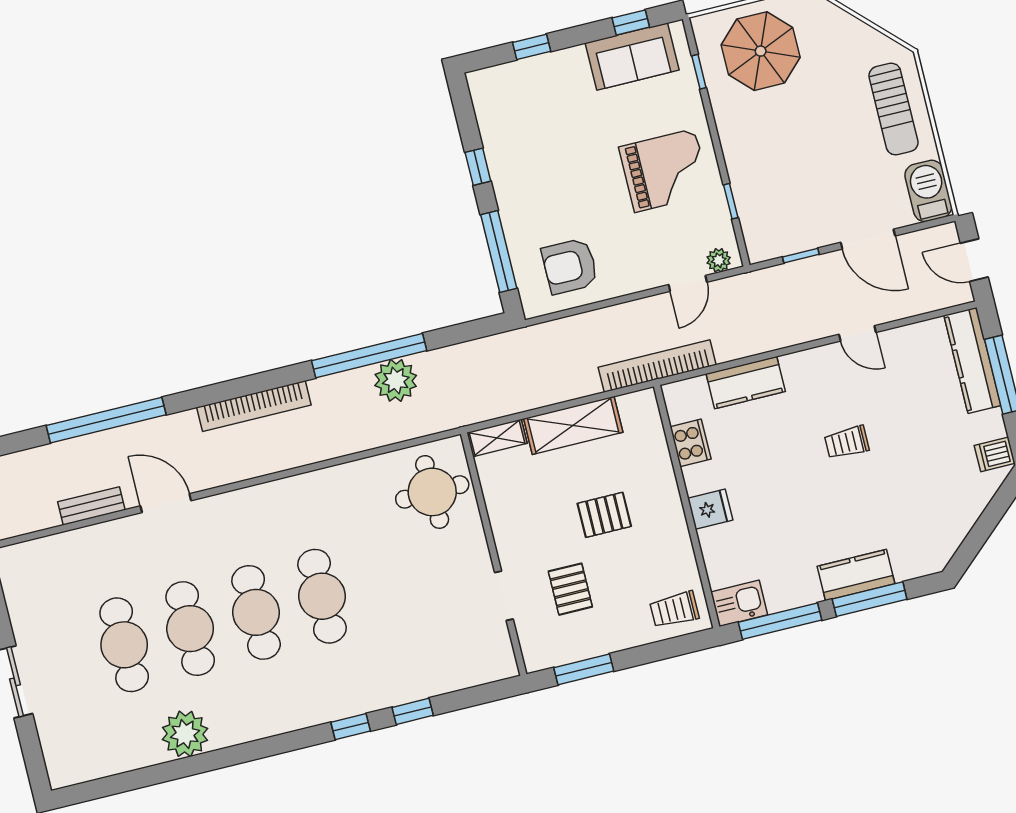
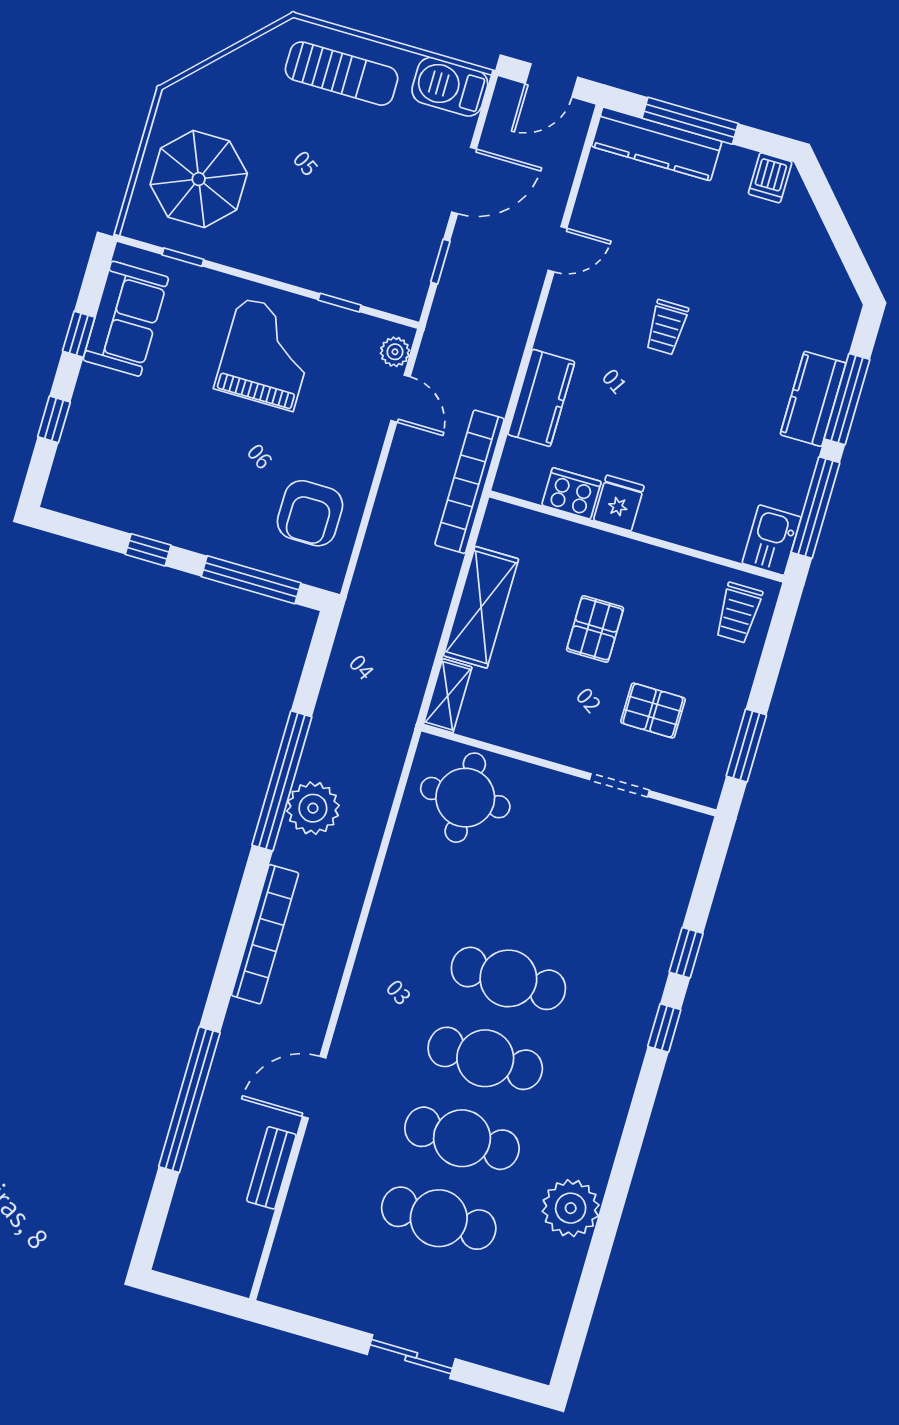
window: (631, 23) -> (79, 334), moved
plant: (396, 380) -> (313, 808), moved
fridge: (710, 509) -> (619, 503), moved

